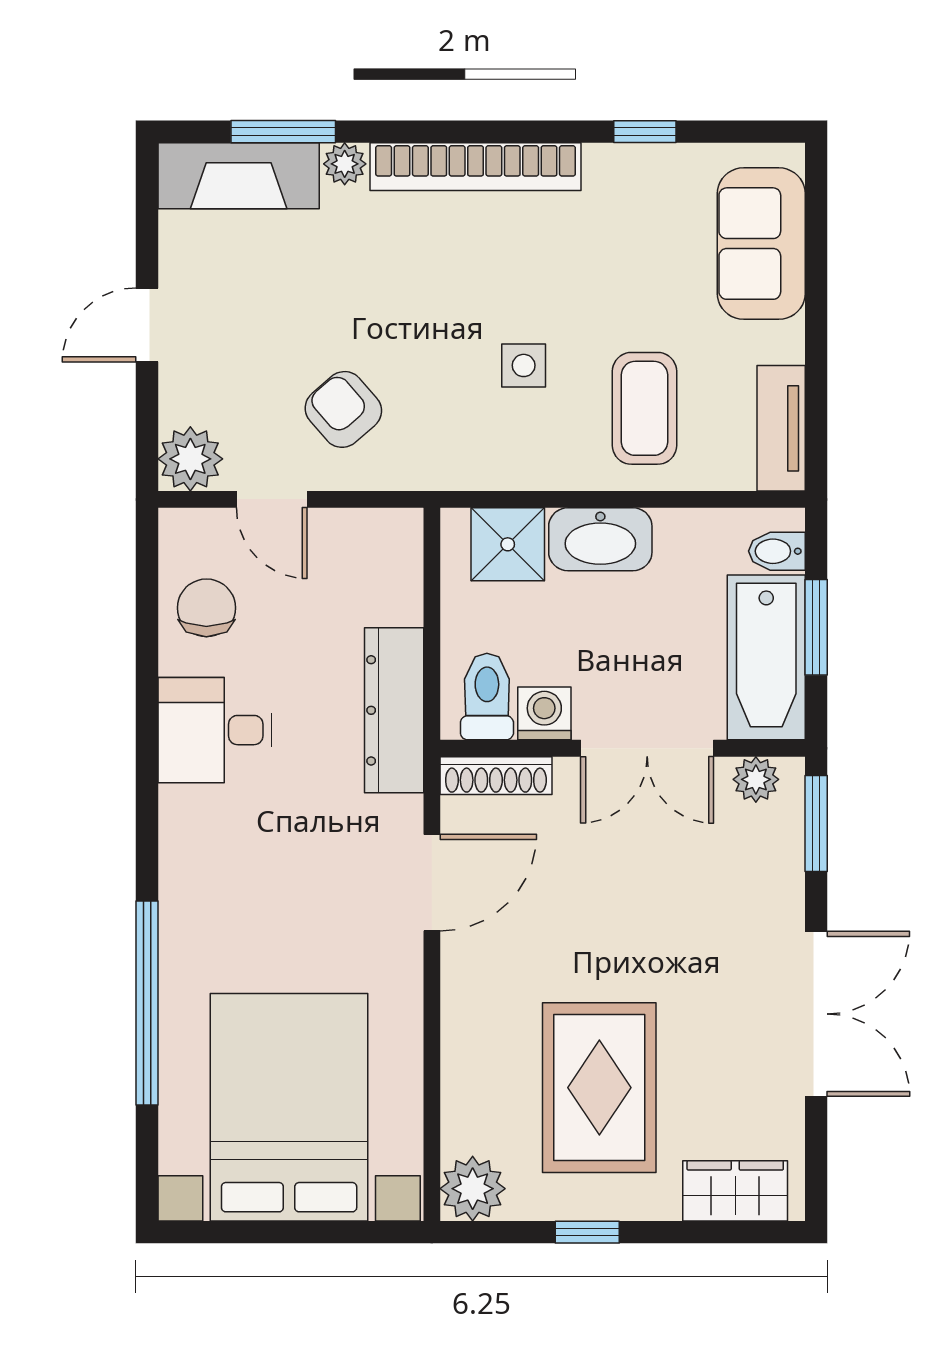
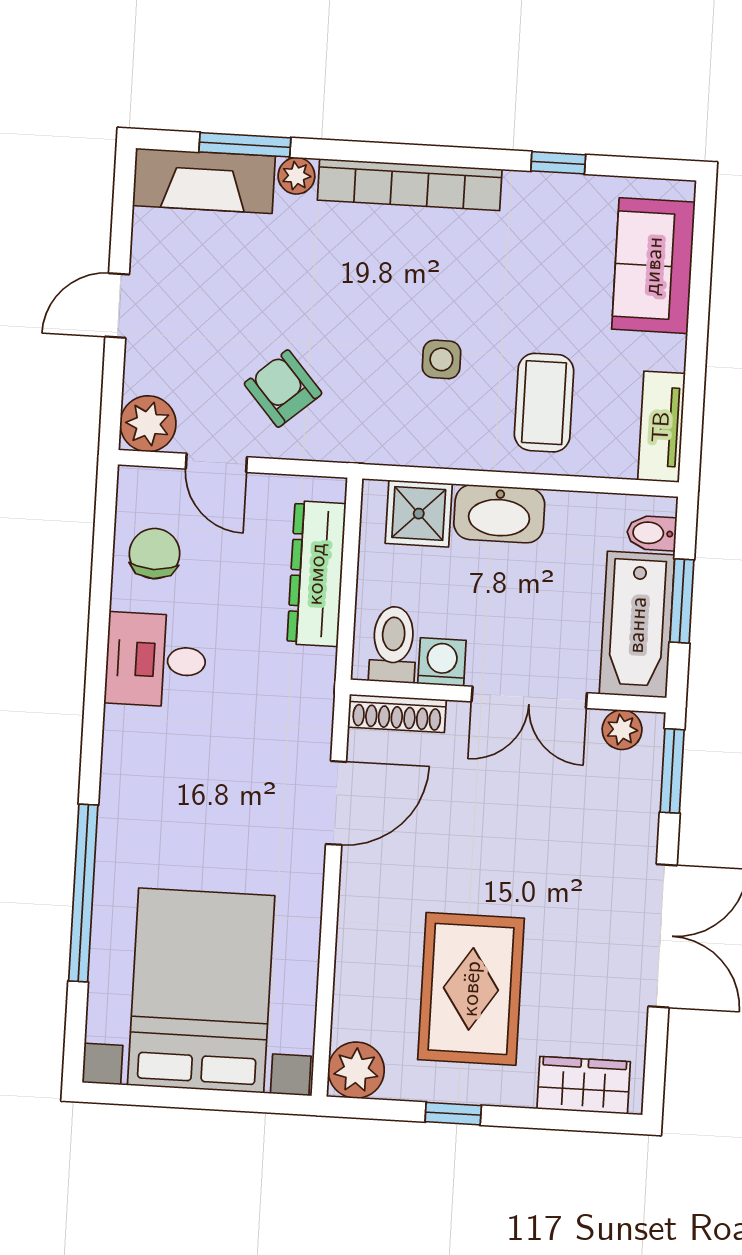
dresser: (394, 710) -> (316, 574), moved

